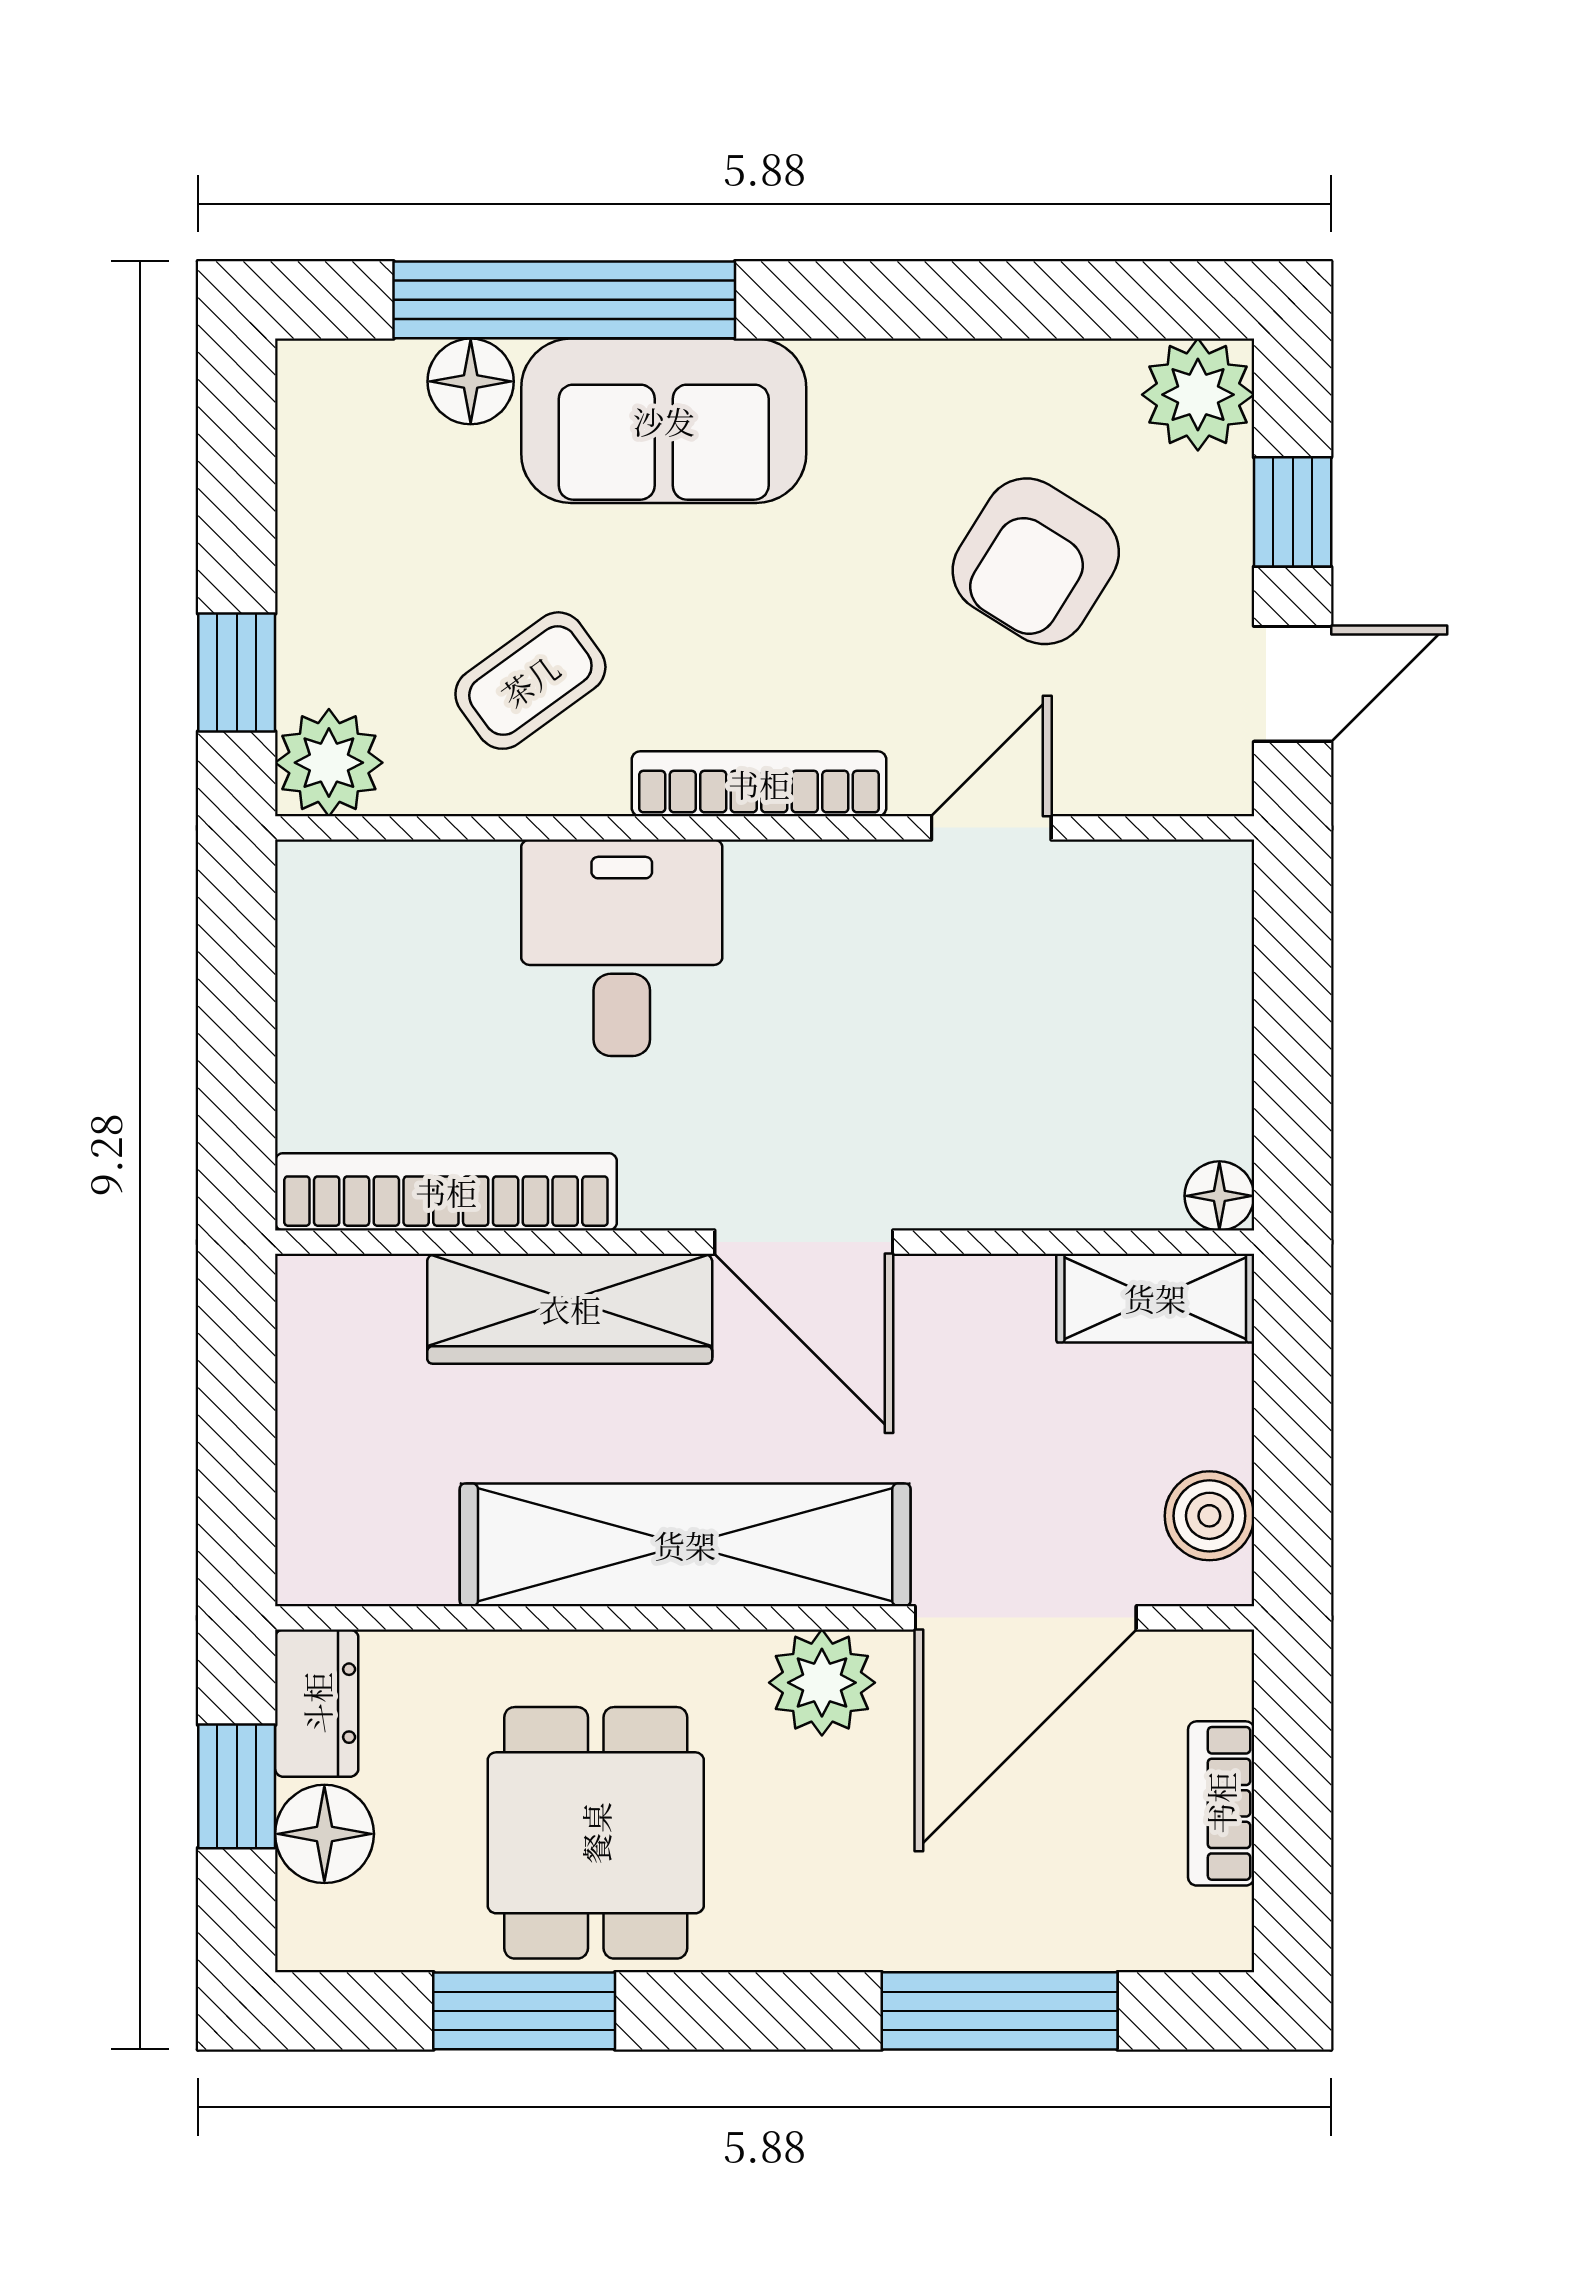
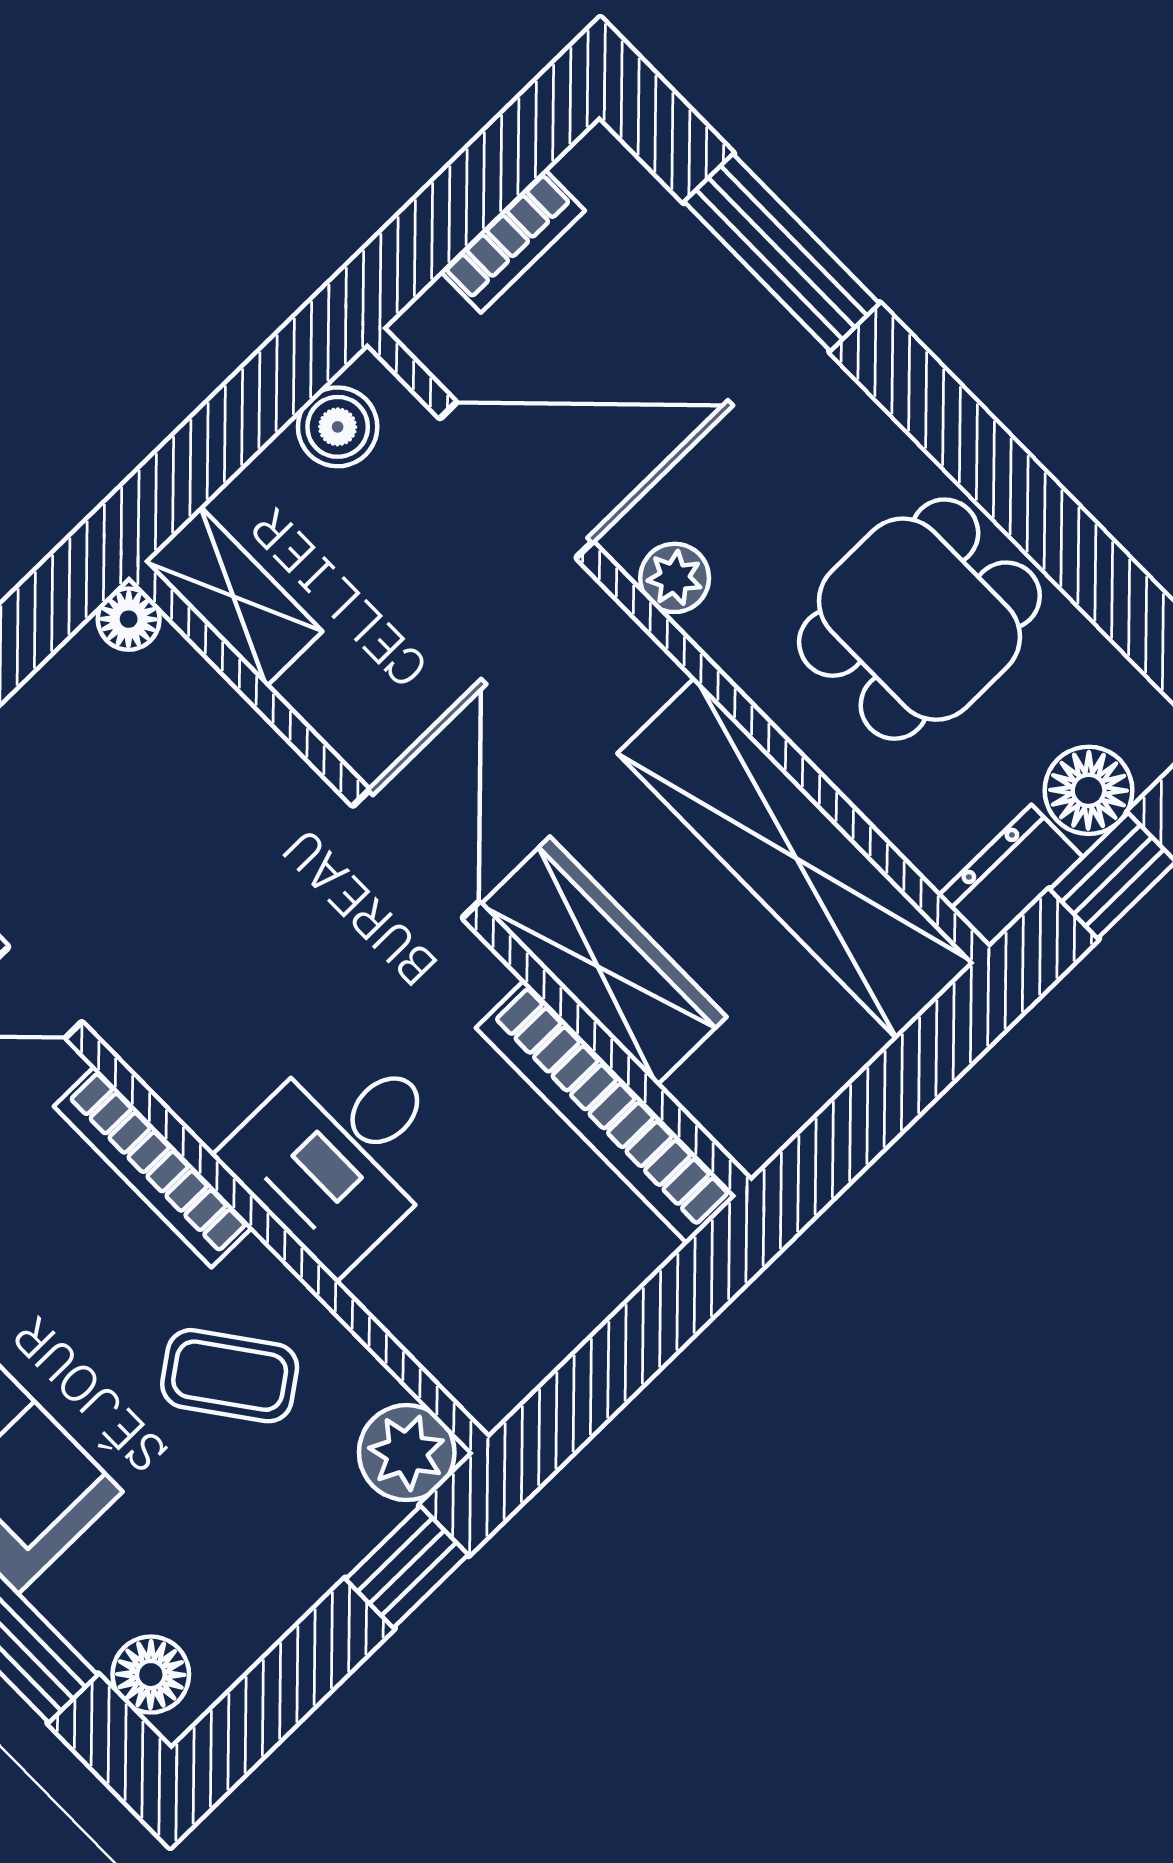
floor lamp: (471, 381) -> (151, 1675), moved
shelving: (685, 1545) -> (796, 858), moved
plant: (822, 1683) -> (675, 578), width x0.73, depth x0.73
window: (524, 2011) -> (1077, 554), removed

